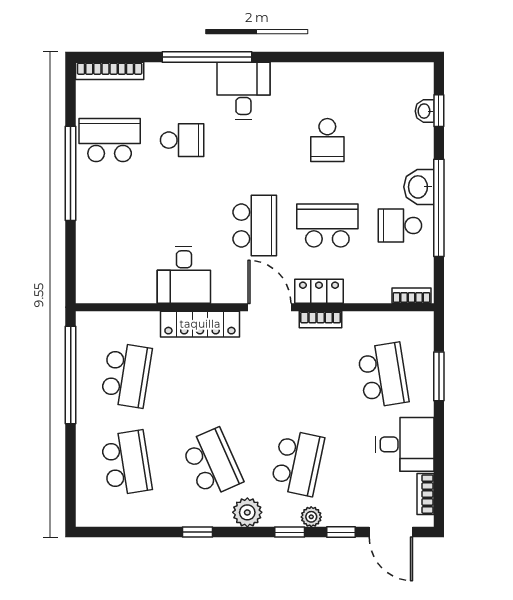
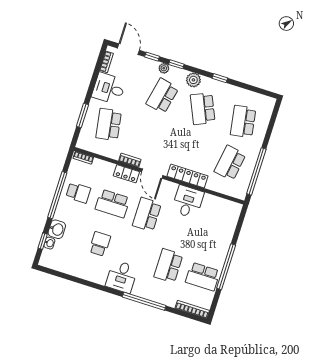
desk: (243, 91) -> (122, 277), moved
school desk: (182, 140) -> (168, 266), width x1.85
washbasin: (419, 187) -> (57, 229), moved

